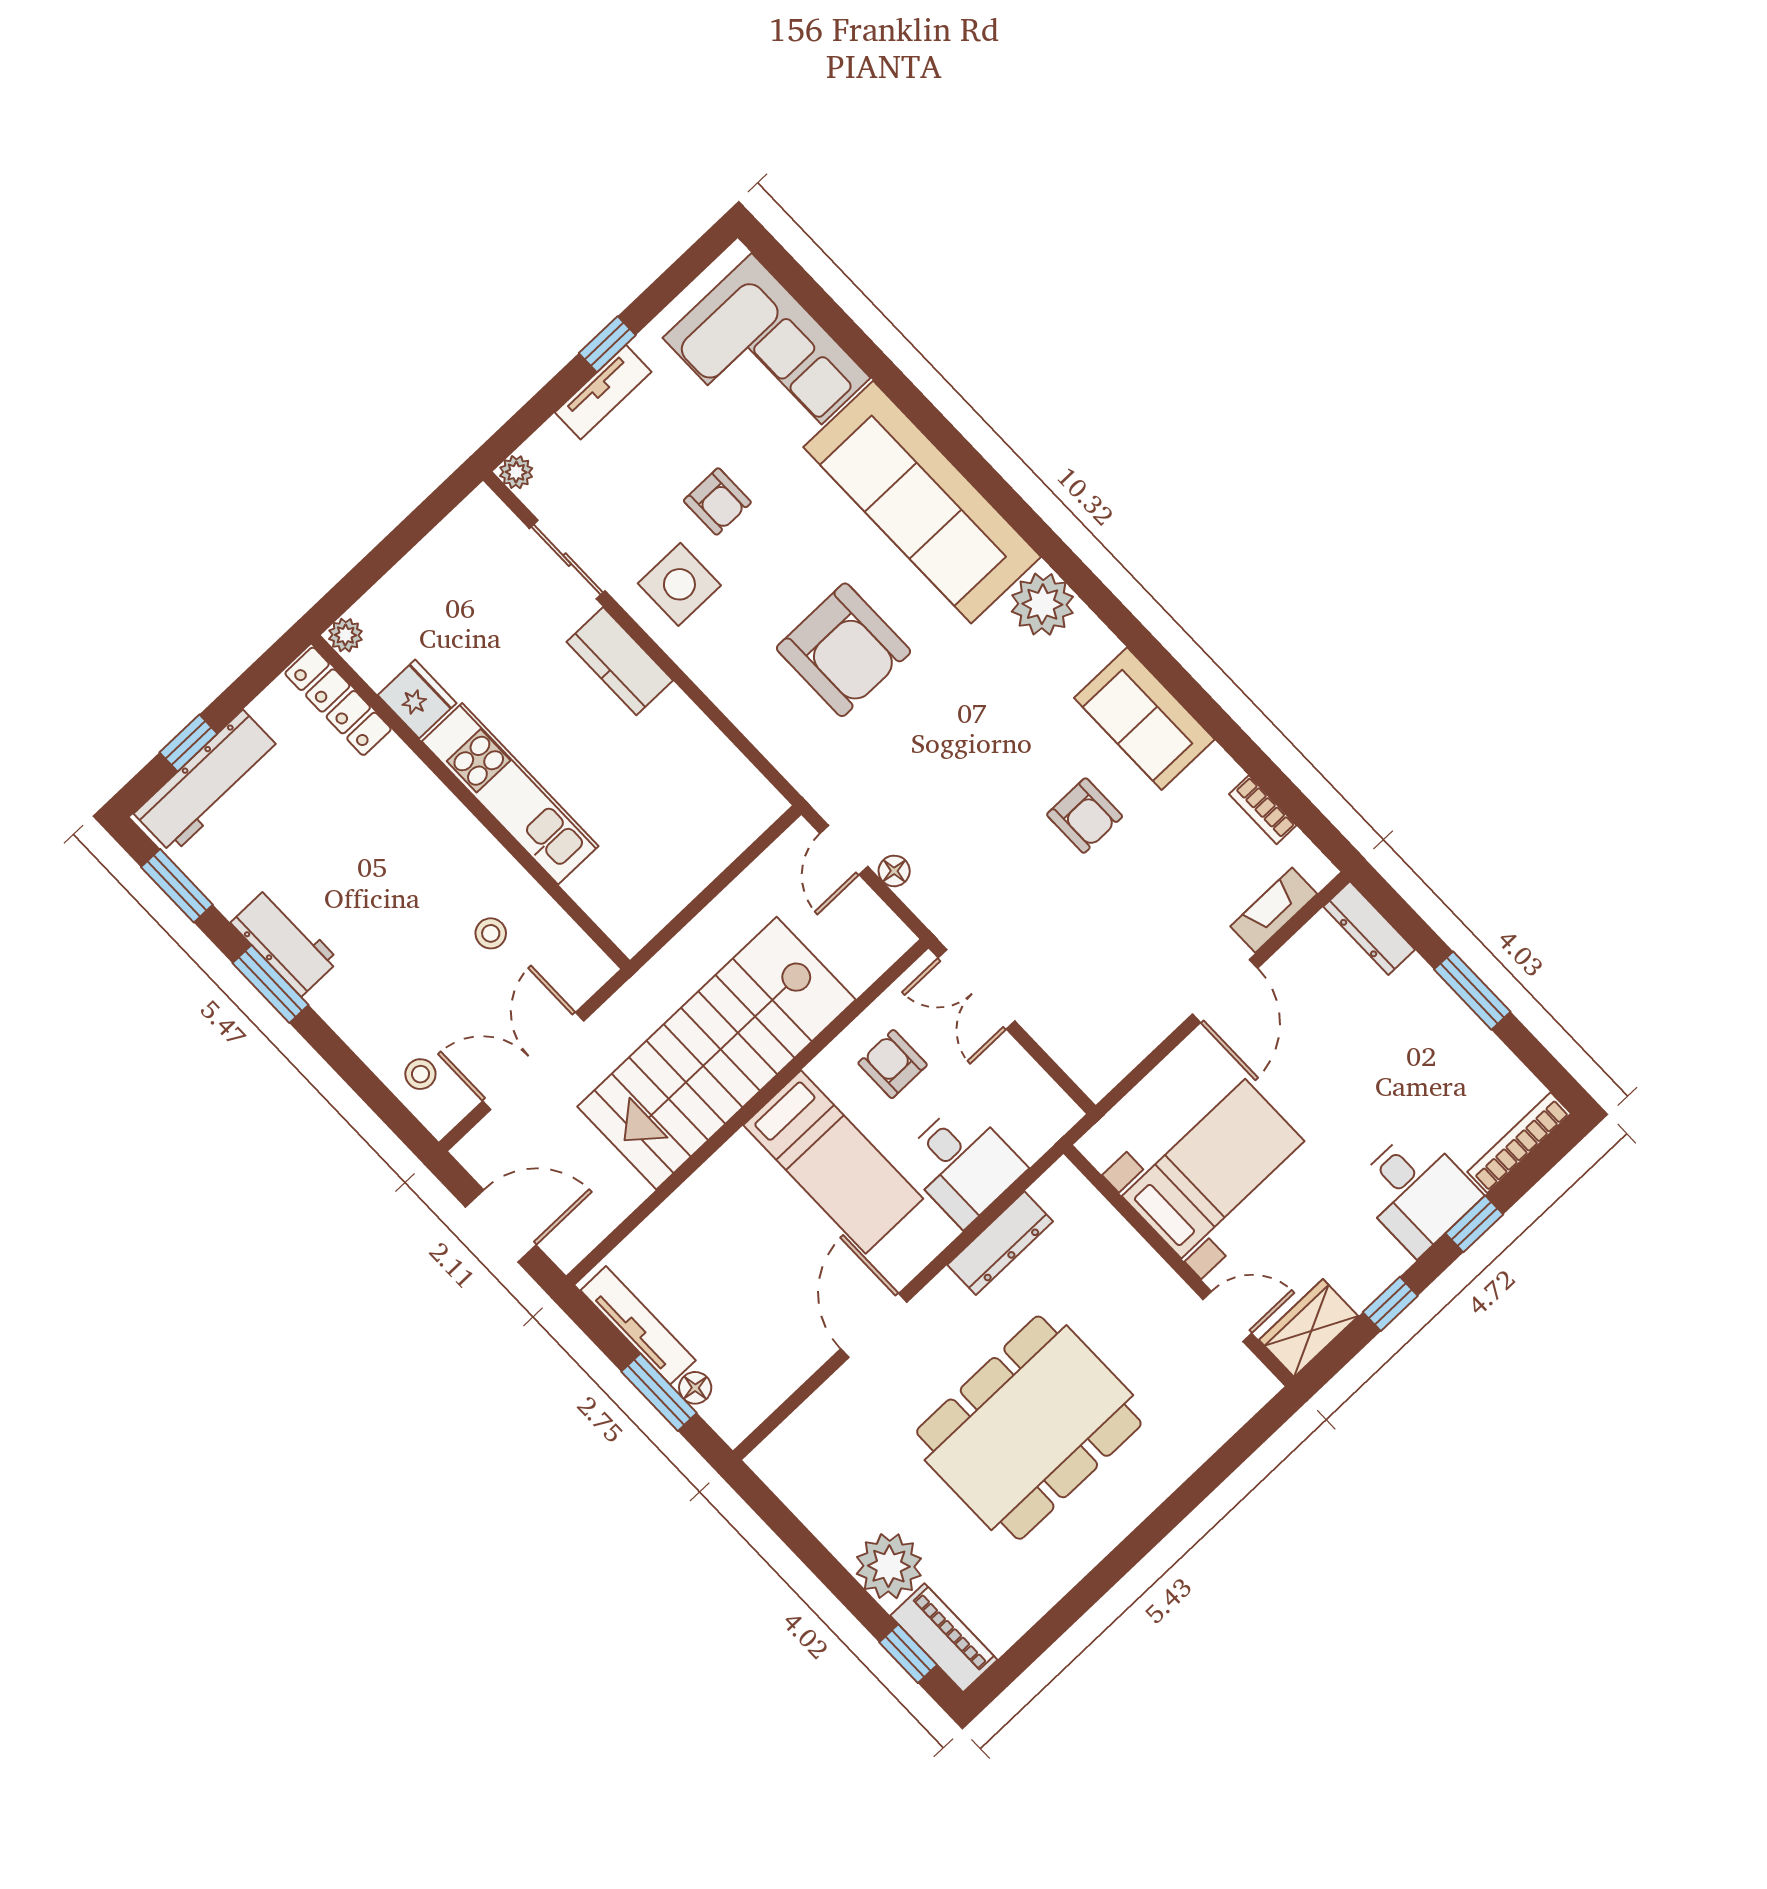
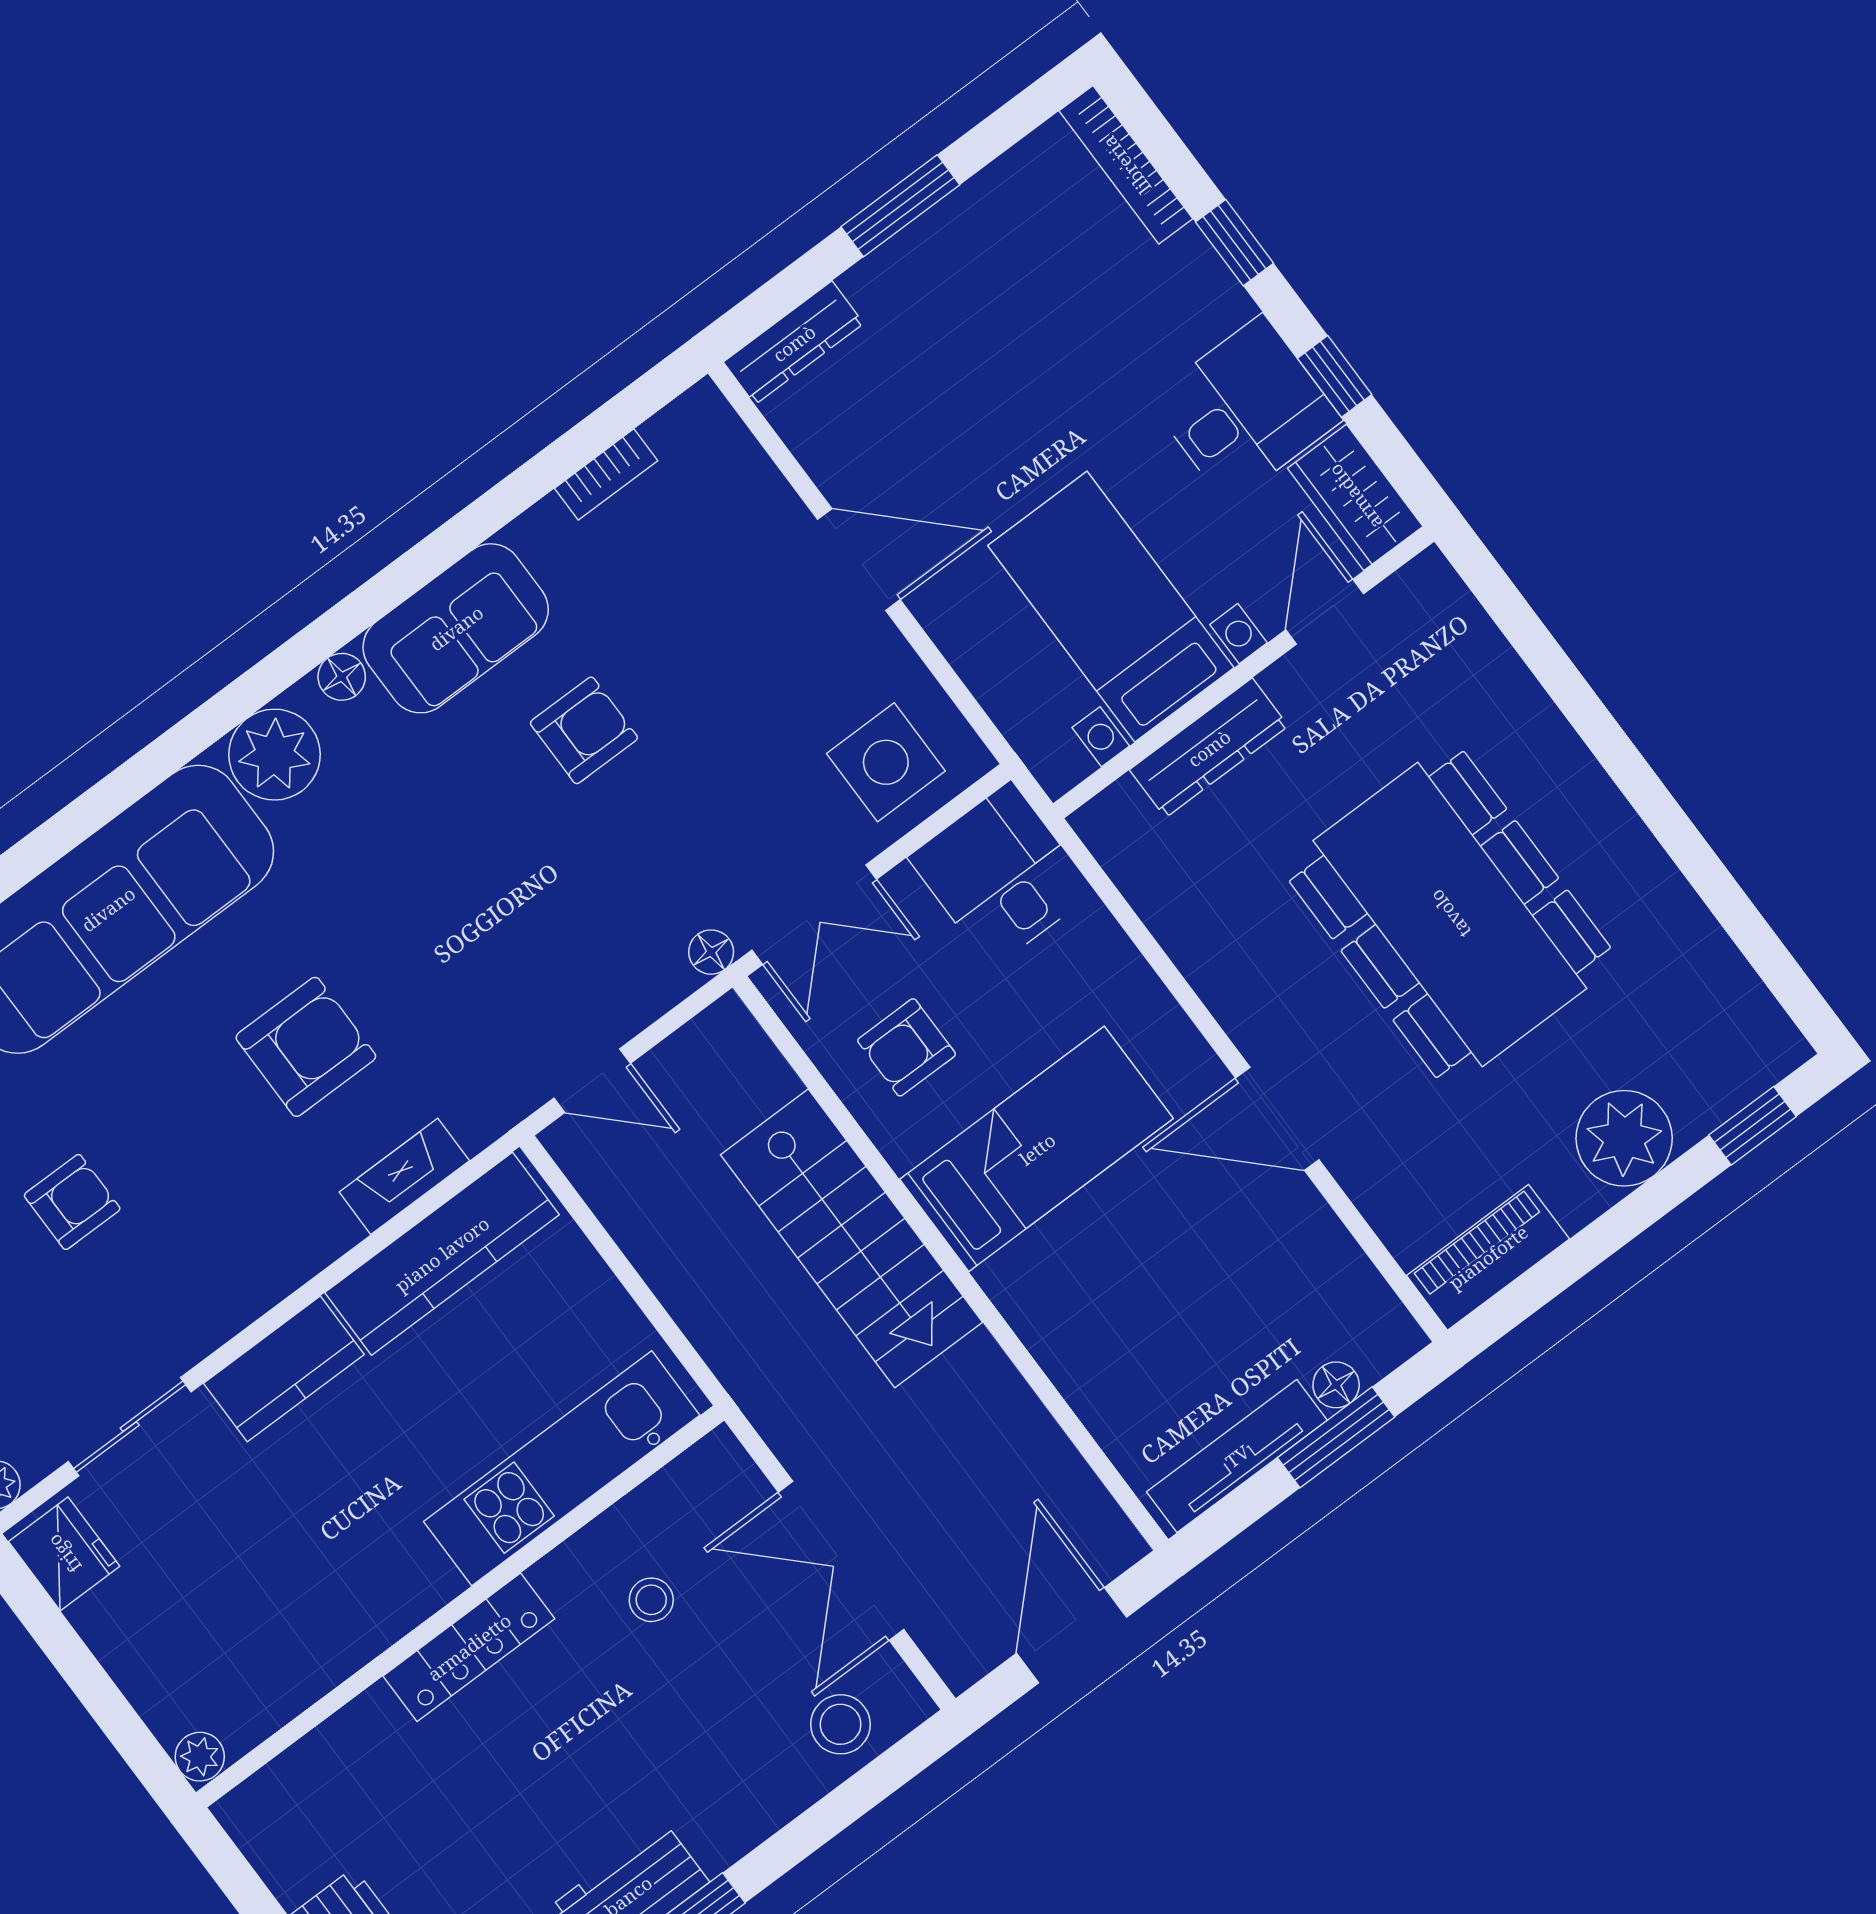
side table: (679, 584) -> (886, 762), moved
floor lamp: (1102, 644) -> (342, 677), added
armchair: (844, 650) -> (306, 1047), width x0.73, depth x0.73
fridge: (417, 699) -> (64, 1554), moved, turned 90
locker: (338, 701) -> (469, 1647), moved
kitchen counter: (712, 761) -> (442, 1254), added
kitchen unit: (510, 794) -> (562, 1468), moved
floor lamp: (894, 871) -> (711, 952), moved
fireplace: (1274, 910) -> (404, 1176), moved, turned 90
stairs: (716, 1053) -> (851, 1238), width x0.73, depth x0.66
stool: (420, 1074) -> (841, 1724), width x1.37, depth x1.37
desk: (963, 1164) -> (1001, 875), moved, turned -90
desk: (1416, 1191) -> (1245, 410), moved
dresser: (1000, 1243) -> (1209, 748), moved, turned 90
piano: (944, 1638) -> (1488, 1257), moved

